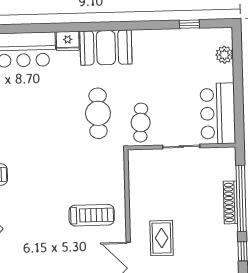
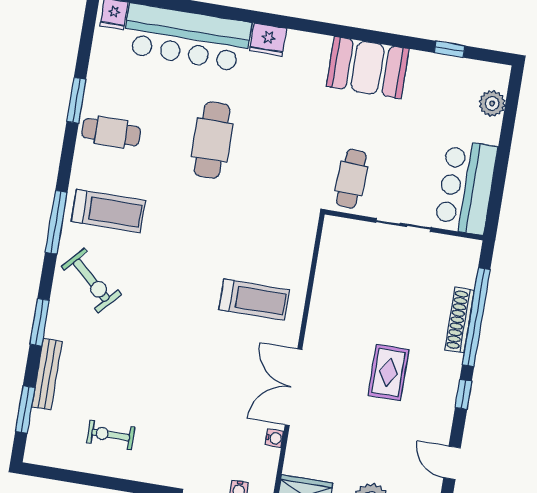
booth: (106, 48) -> (368, 68), moved
cafe table: (98, 113) -> (212, 140), moved
rug: (162, 238) -> (388, 372), moved

